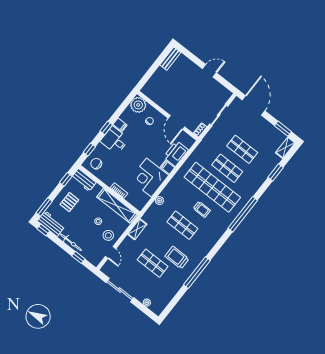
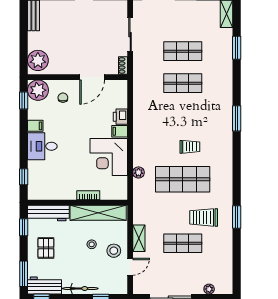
plant: (152, 87) -> (38, 60), added
door: (176, 122) -> (92, 77), hinge flipped
window: (106, 128) -> (24, 100), moved
printer: (176, 154) -> (120, 117), width x0.53, depth x0.68
chair: (96, 164) -> (42, 186), removed
workbench: (84, 180) -> (48, 213), width x1.38
shop shelf: (212, 187) -> (183, 115), removed
window: (243, 214) -> (237, 118), width x0.47
shop shelf: (182, 225) -> (183, 179), width x1.43, depth x1.36
shelving: (137, 229) -> (139, 238), moved
door: (111, 252) -> (130, 267), hinge flipped
window: (197, 273) -> (237, 217), width x0.47

